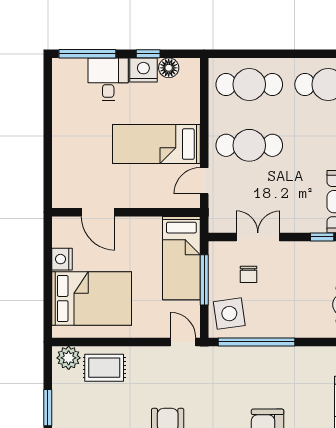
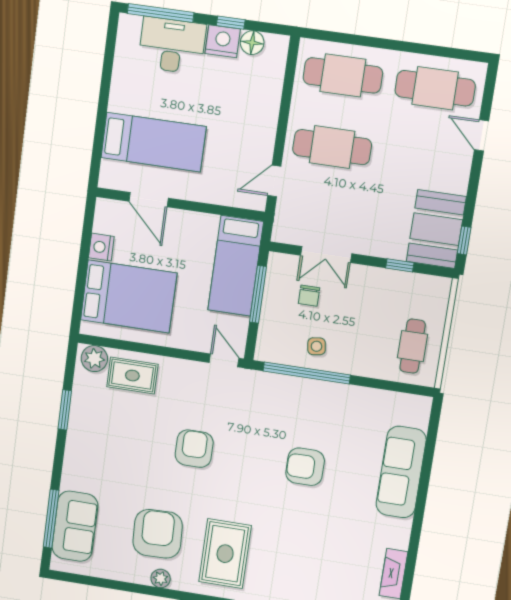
desk: (108, 79) -> (172, 45), width x1.37
bed: (156, 144) -> (153, 142), moved, turned 180
double door: (258, 237) -> (326, 255), swing flipped
side table: (229, 314) -> (317, 346), moved, width x0.54, depth x0.54

